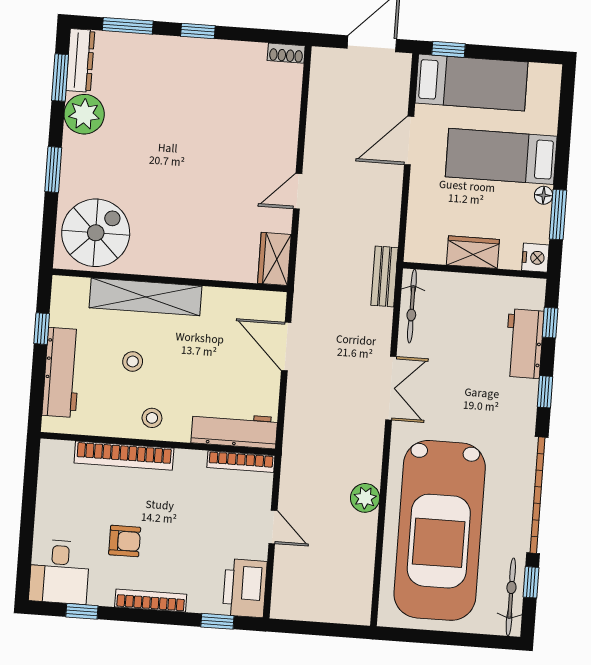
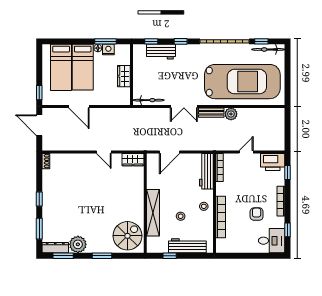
bed: (472, 83) -> (61, 67), moved, turned 180
spiral stairs: (96, 233) -> (127, 236), turned 90
nightstand: (535, 258) -> (108, 50), moved
bench: (384, 276) -> (211, 113), moved
double door: (391, 388) -> (184, 106), swing flipped

